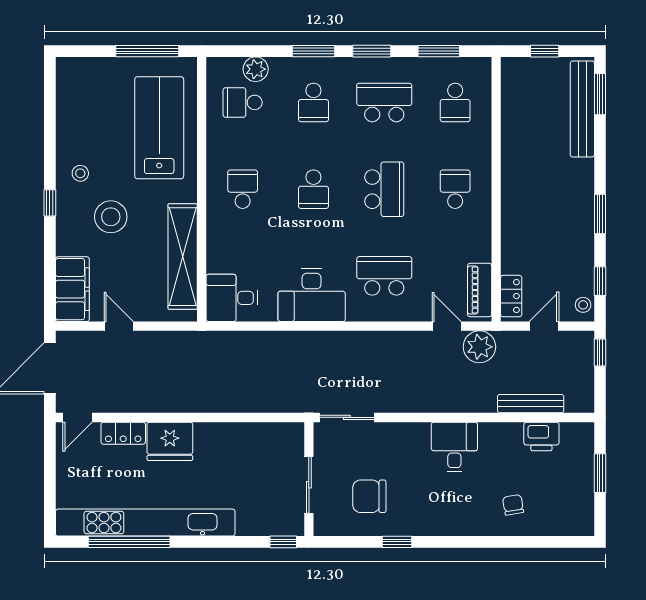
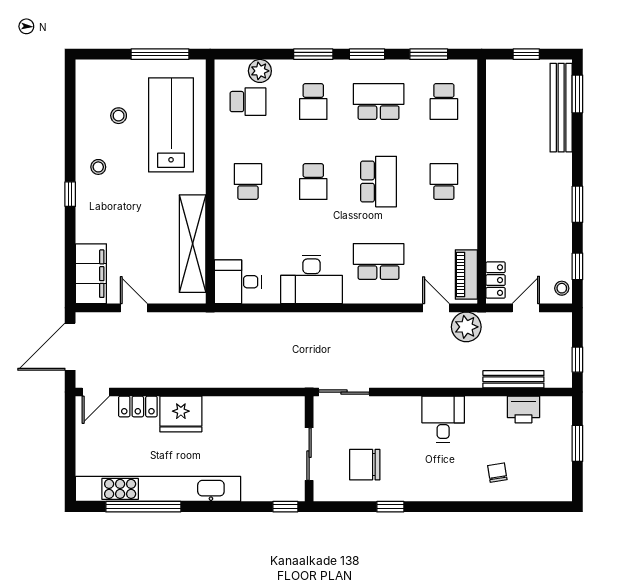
school desk: (243, 102) -> (248, 102), turned 180
stool: (111, 217) -> (119, 116), moved, width x0.53, depth x0.53
window: (600, 352) -> (577, 360), moved

